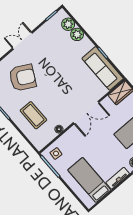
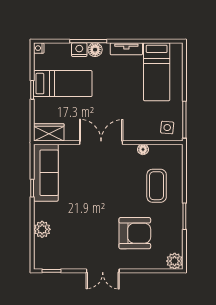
plant: (68, 24) -> (42, 247), removed
armchair: (23, 78) -> (135, 233), turned 152

